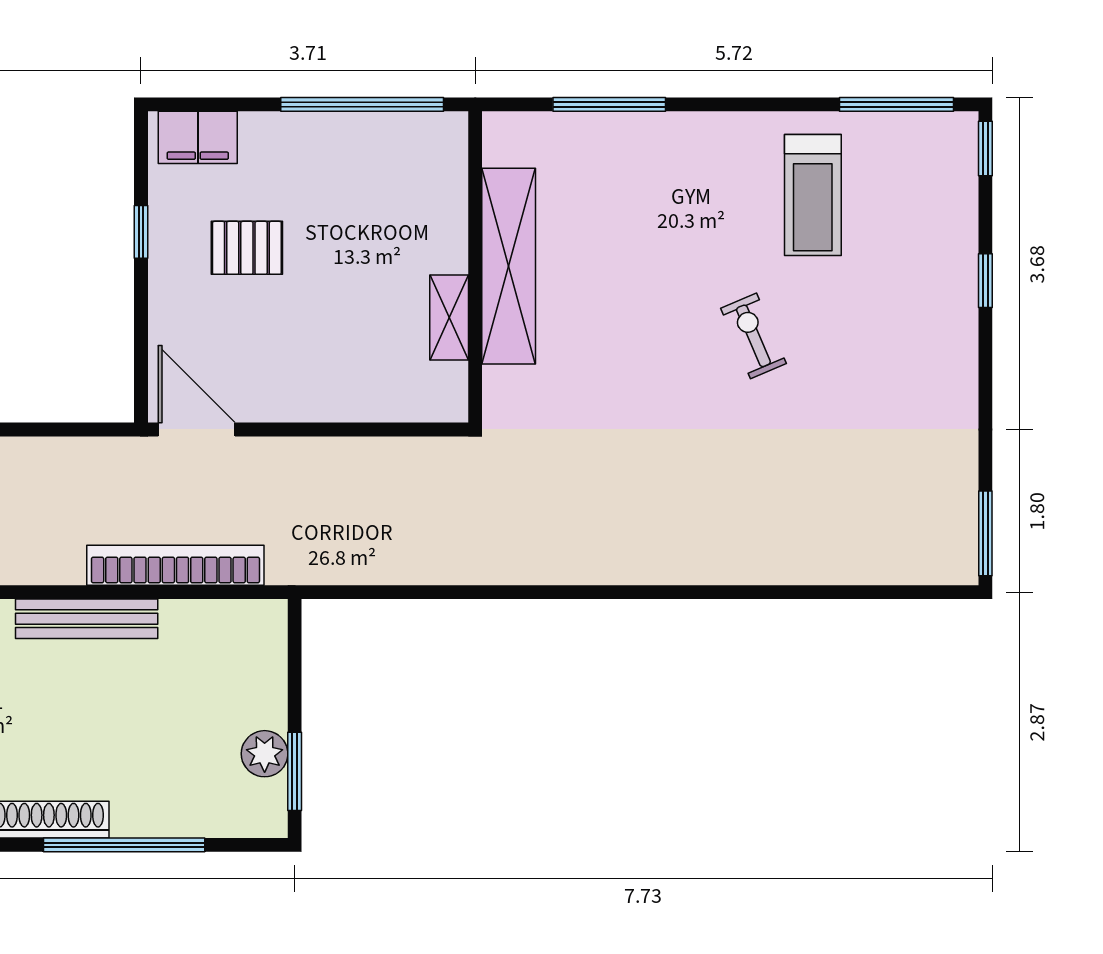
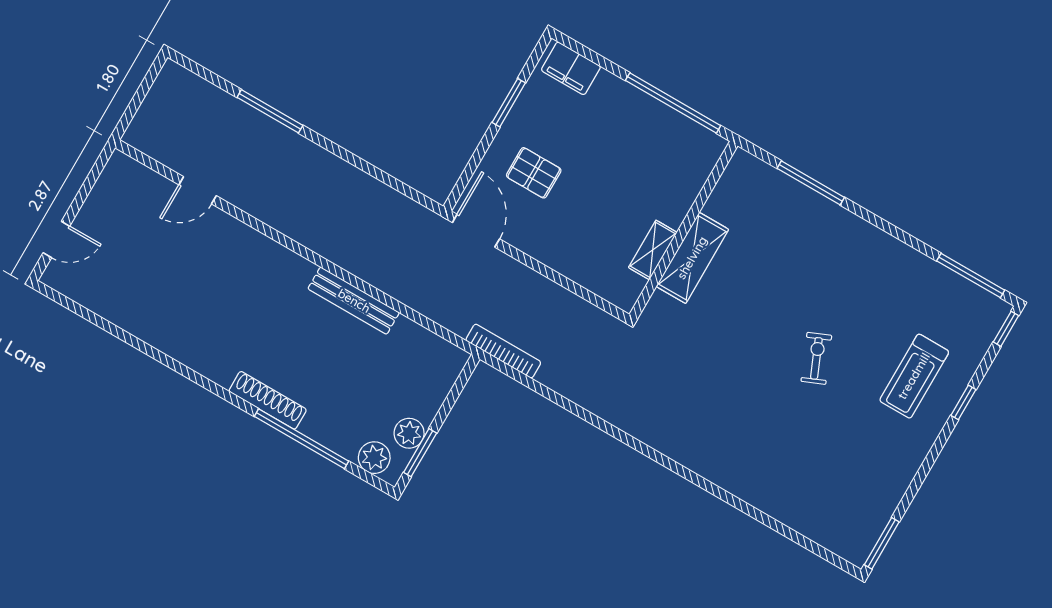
treadmill: (813, 195) -> (914, 376), moved
window: (141, 232) -> (509, 103), width x1.50
pallet: (247, 248) -> (534, 173), moved
shelving: (509, 266) -> (692, 258), width x0.68
bookcase: (175, 565) -> (503, 351), moved, width x0.68, depth x0.76
plant: (237, 814) -> (374, 458), added

